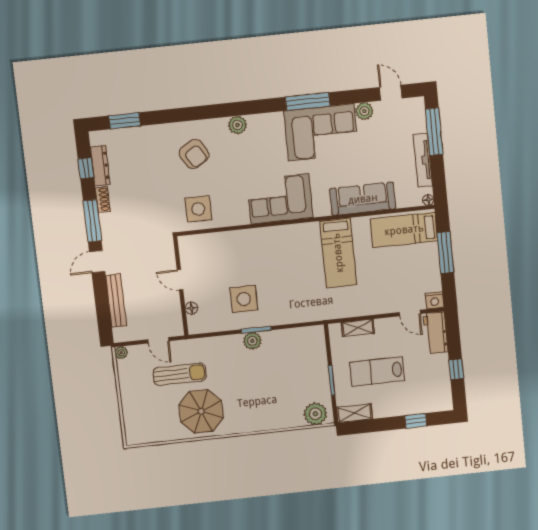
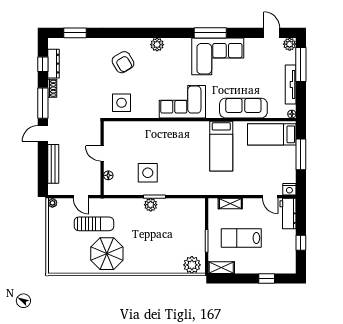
plant: (364, 111) -> (290, 44), moved

